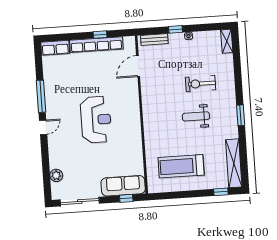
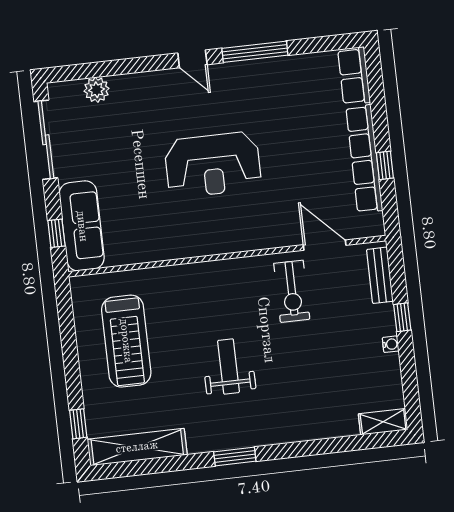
exercise bike: (201, 84) -> (292, 291), moved, turned 180
treadmill: (181, 166) -> (126, 341), turned 180

